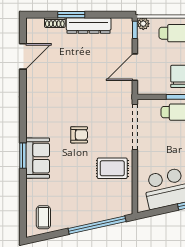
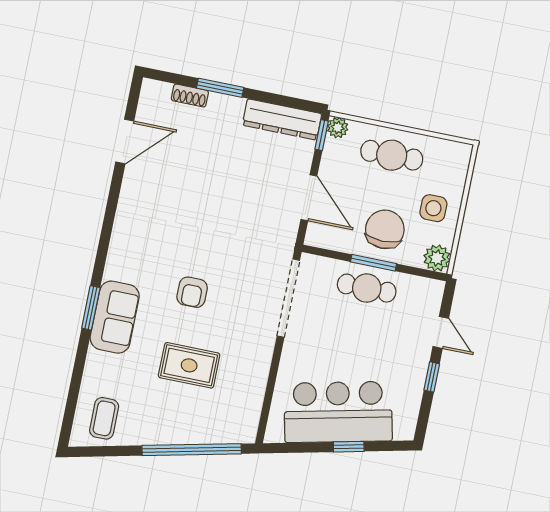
dresser: (89, 25) -> (282, 119), moved
door: (135, 67) -> (309, 198), swing flipped
armchair: (79, 135) -> (192, 292), turned 90
rug: (112, 168) -> (189, 365), moved

